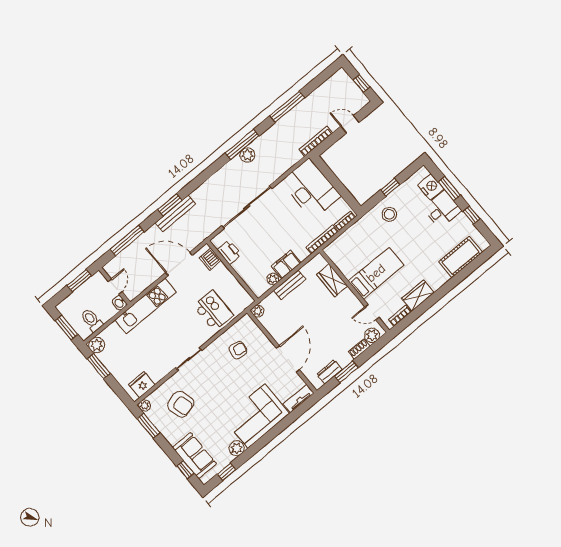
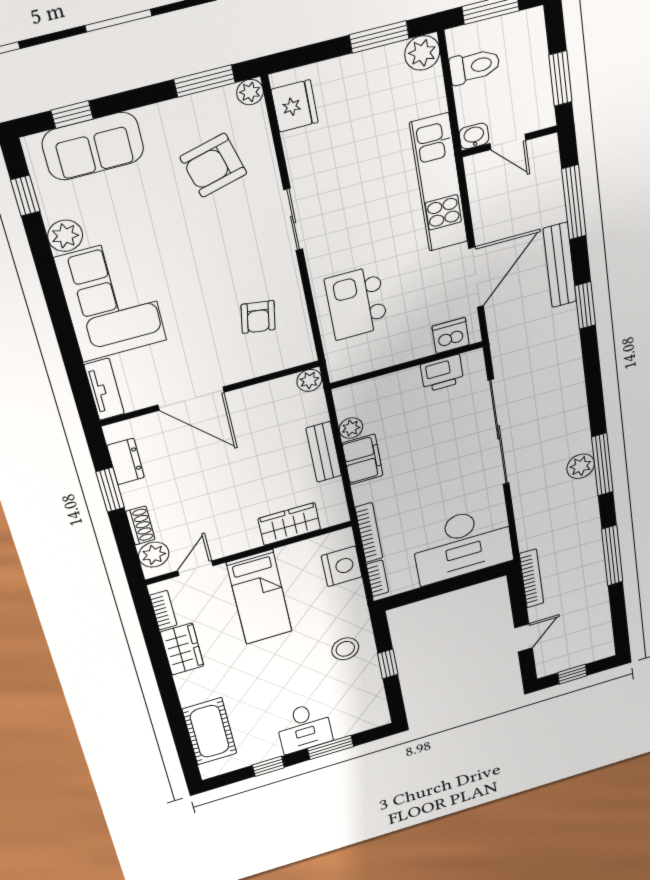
nightstand: (431, 187) -> (342, 566), moved, turned -90
bench: (176, 213) -> (560, 265), moved
kitchen island: (213, 311) -> (356, 303), turned 90

